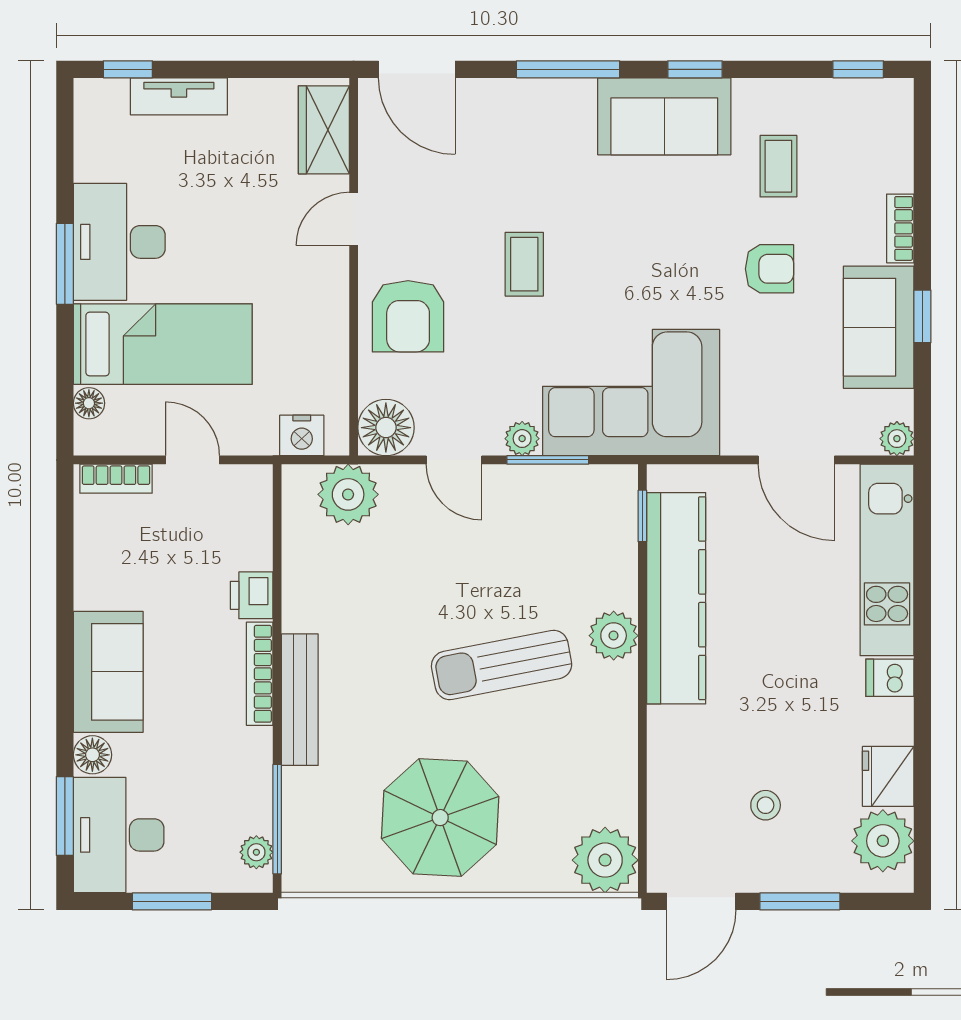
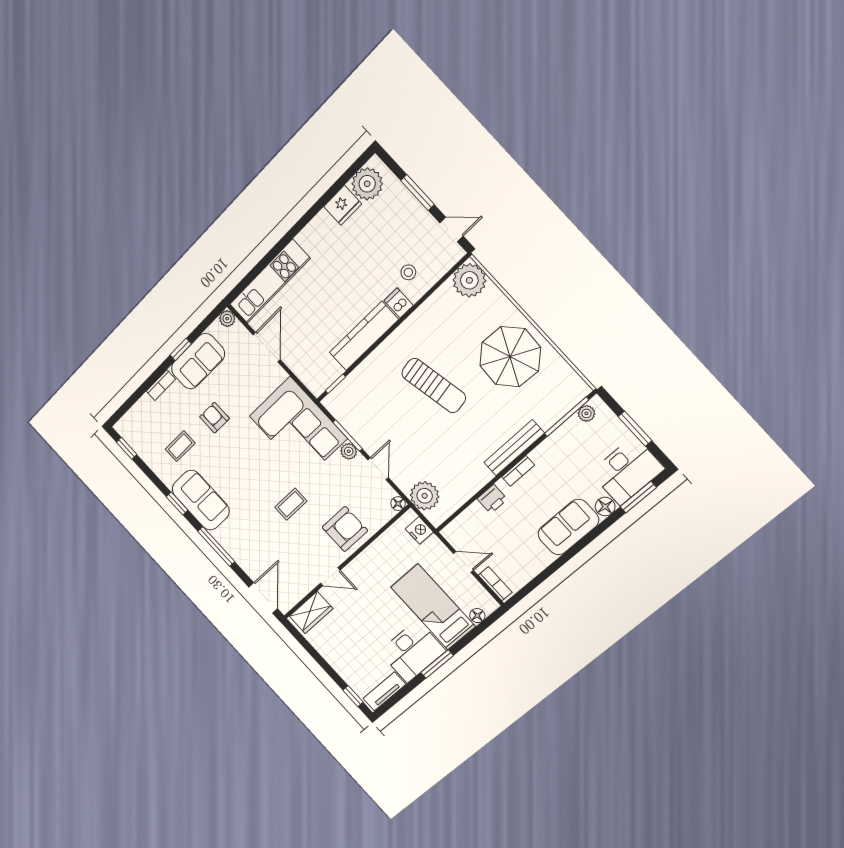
tv unit: (179, 96) -> (384, 691), moved, turned -90
floor lamp: (386, 428) -> (398, 504), width x0.53, depth x0.53
door: (193, 460) -> (463, 562), swing flipped
kitchen counter: (676, 598) -> (364, 336), width x0.72, depth x0.86
plant: (614, 636) -> (386, 355), removed
bookcase: (260, 674) -> (518, 471), width x0.64
dishwasher: (890, 678) -> (399, 303), moved, turned 180
stool: (766, 805) -> (408, 272), moved
door: (701, 901) -> (452, 230), width x0.73

